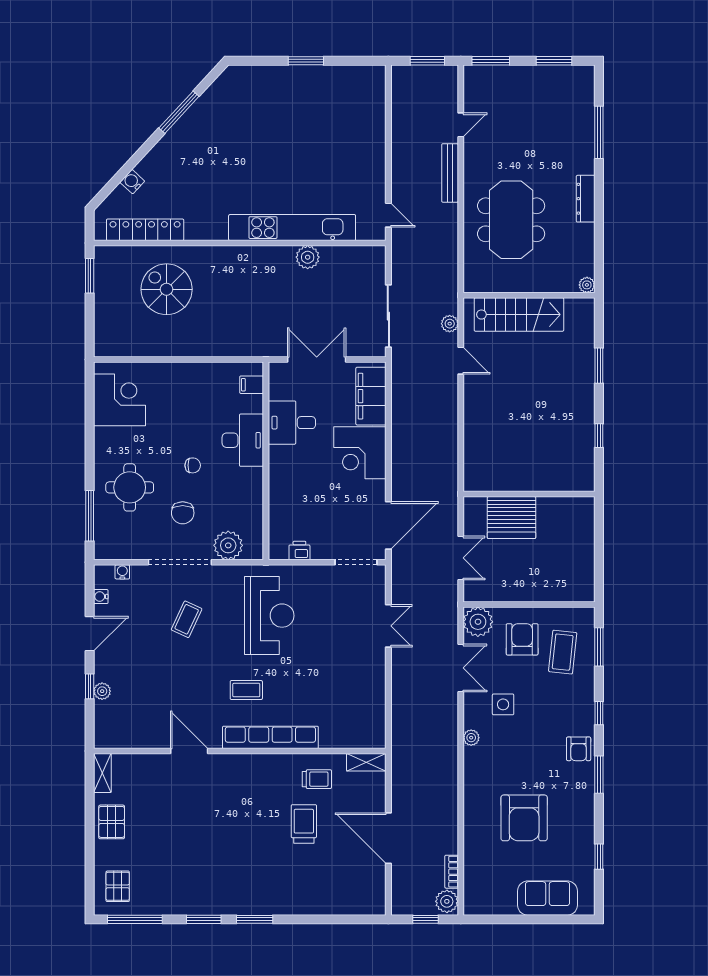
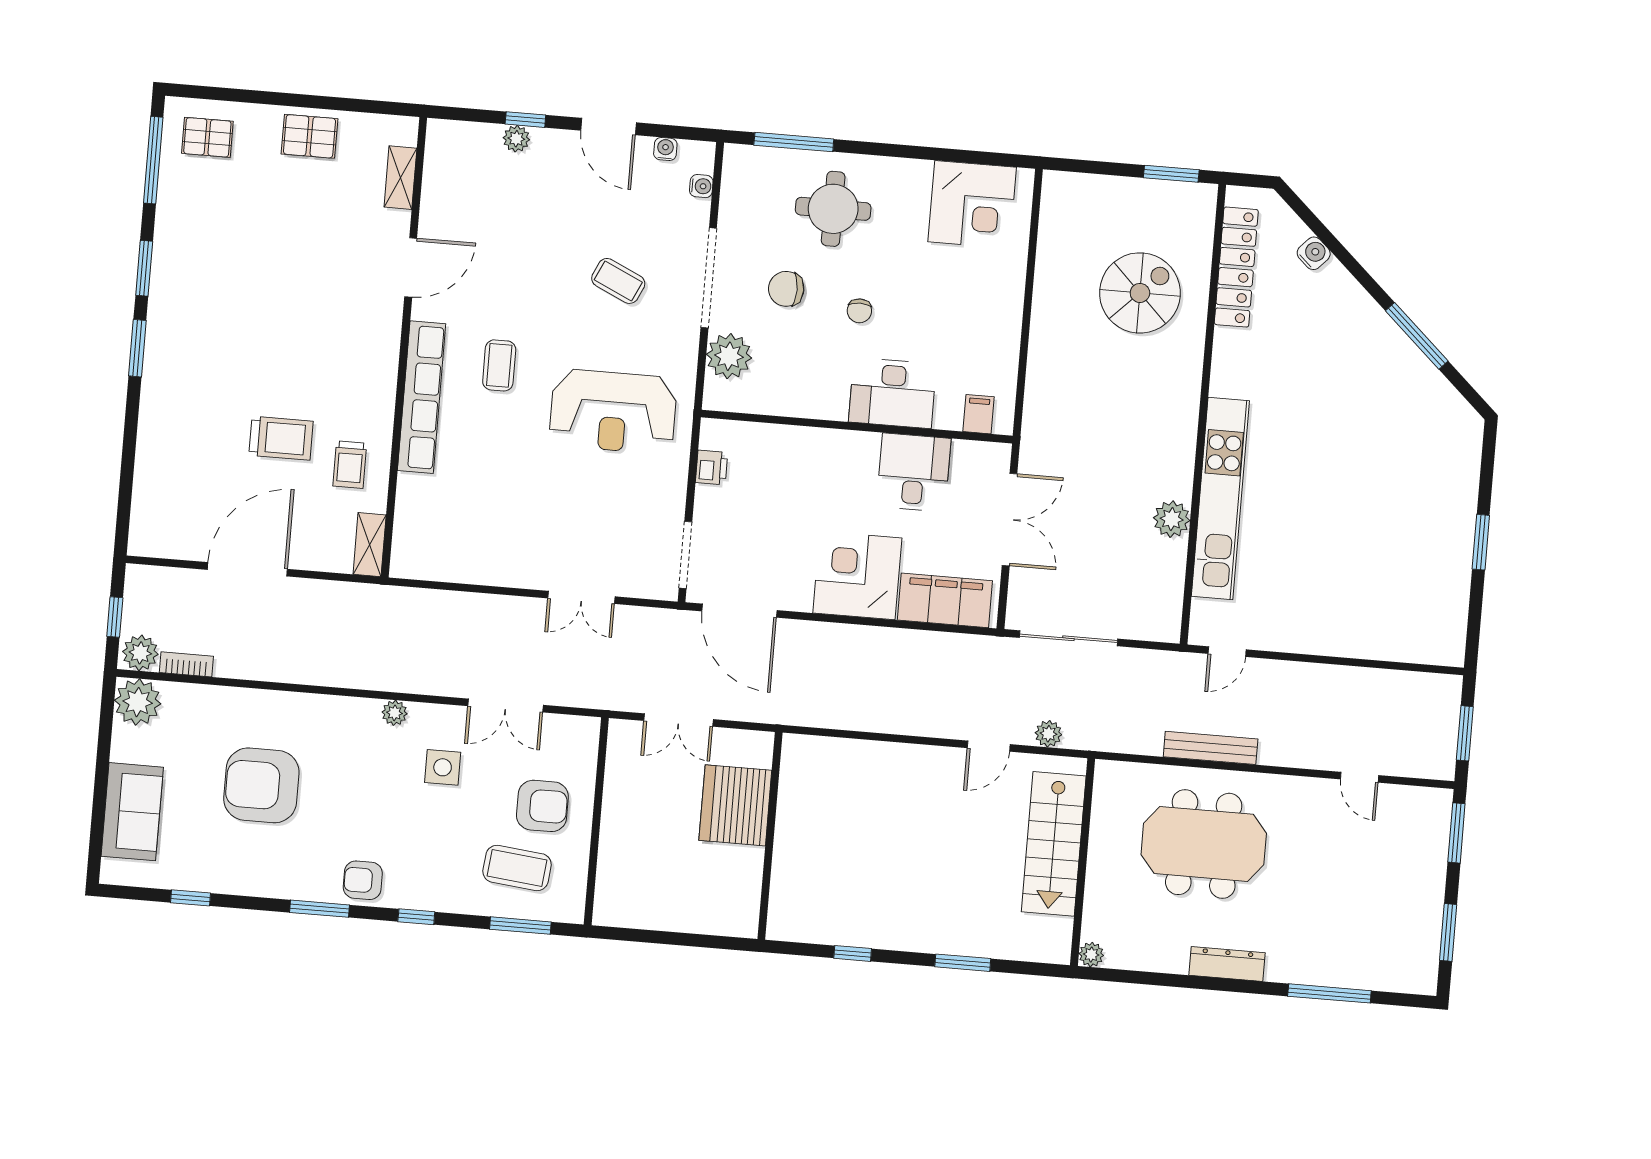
bench: (450, 173) -> (1211, 748), moved
plant: (478, 622) -> (138, 702), moved
shelving: (102, 773) -> (400, 178), moved, turned 90

